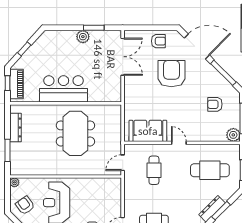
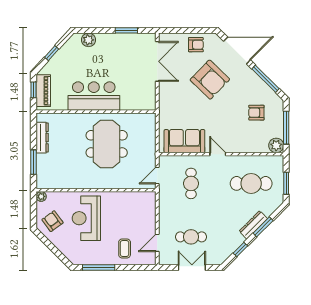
plant: (83, 37) -> (88, 40), moved
armchair: (171, 74) -> (210, 80), turned 134

